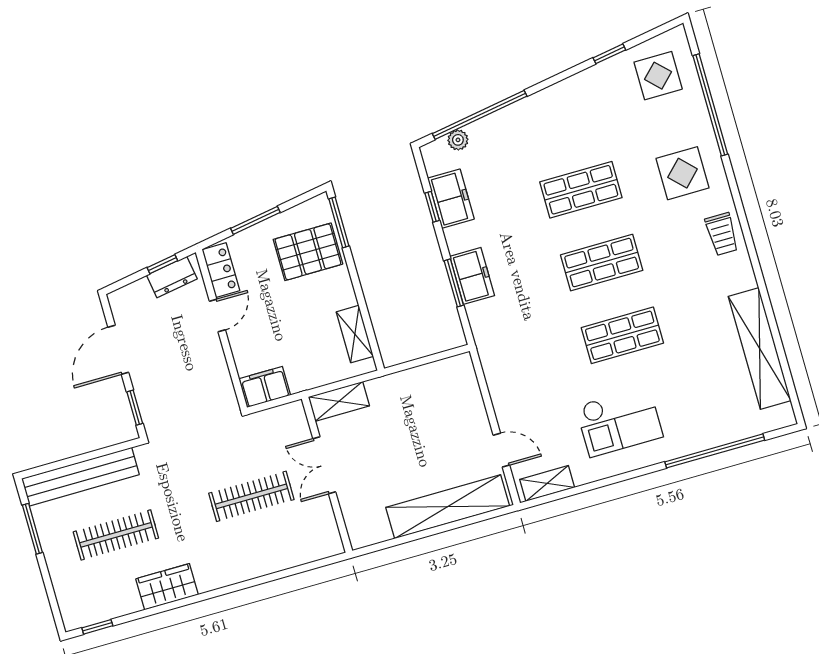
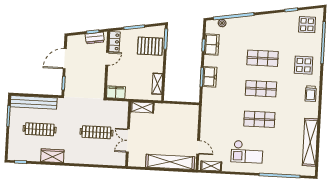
double door: (324, 465) -> (128, 141), moved

